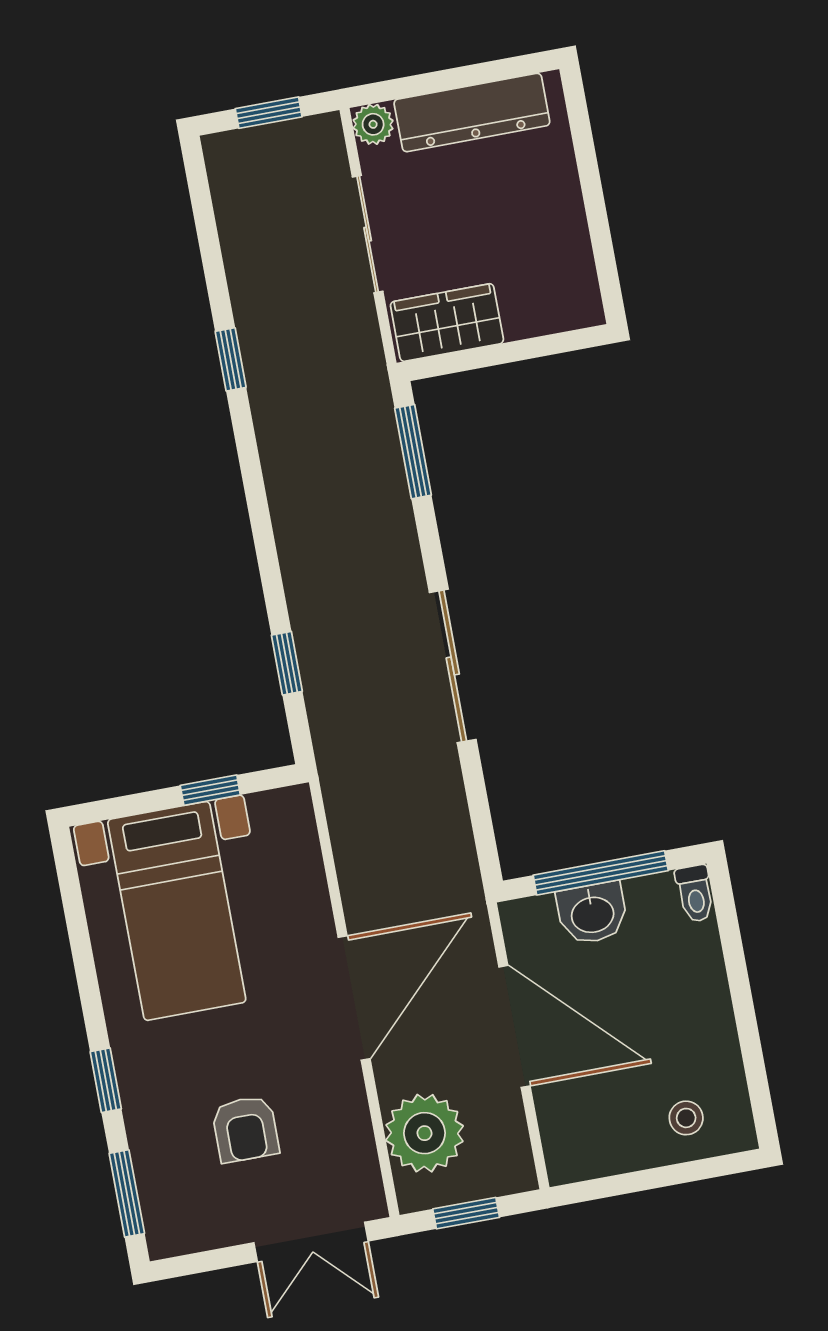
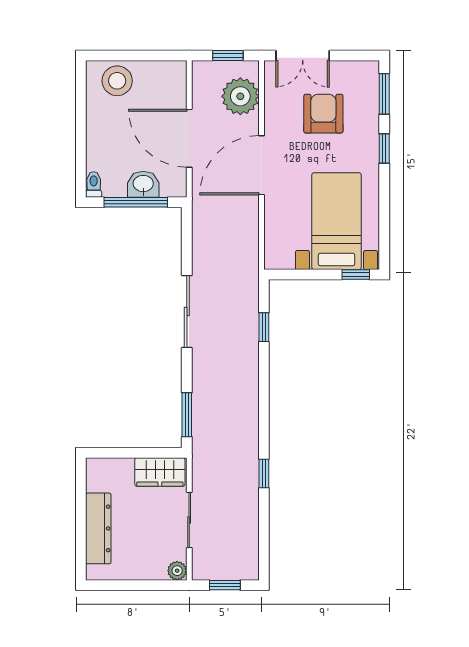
dresser: (472, 112) -> (98, 528), moved, turned 90
window: (210, 790) -> (356, 275), moved
stool: (686, 1118) -> (117, 81), width x1.89, depth x1.89
armchair: (245, 1129) -> (323, 114), width x1.38, depth x1.38
double door: (311, 1242) -> (303, 55), swing flipped

